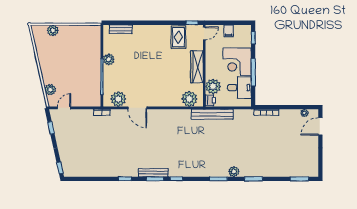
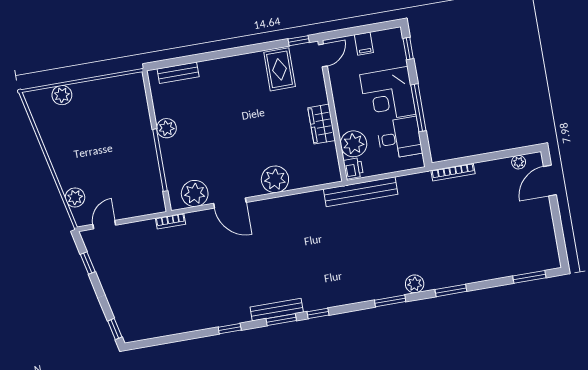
wardrobe: (197, 67) -> (322, 124), width x0.67
plant: (189, 99) -> (275, 179), moved

